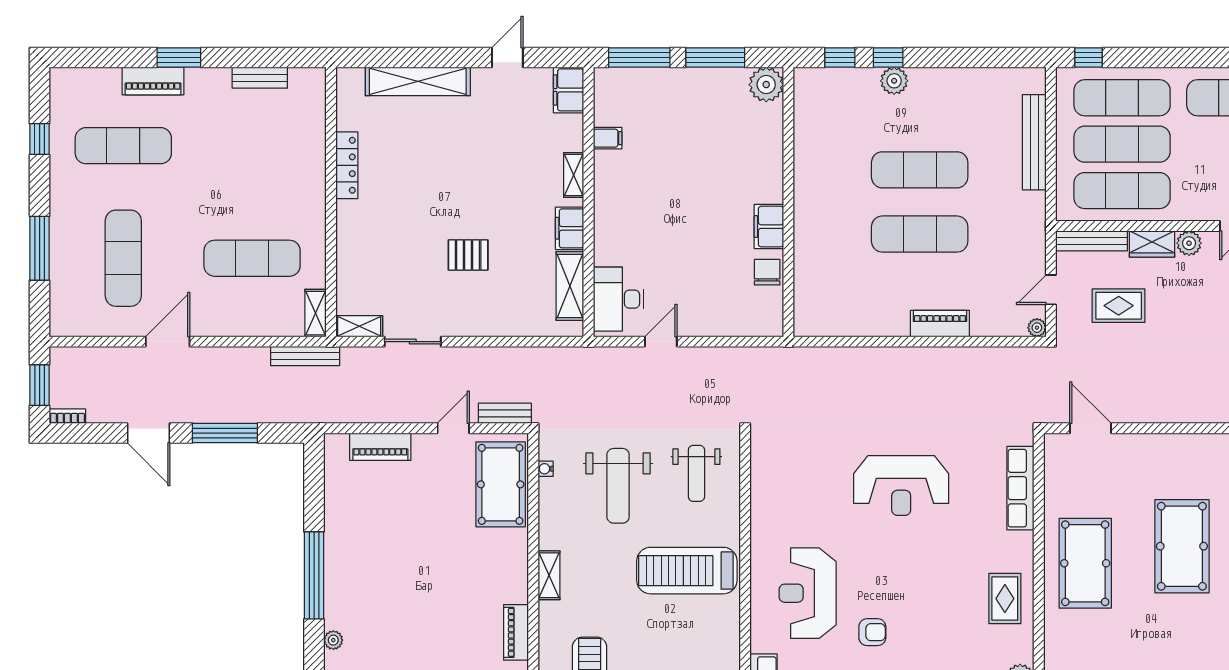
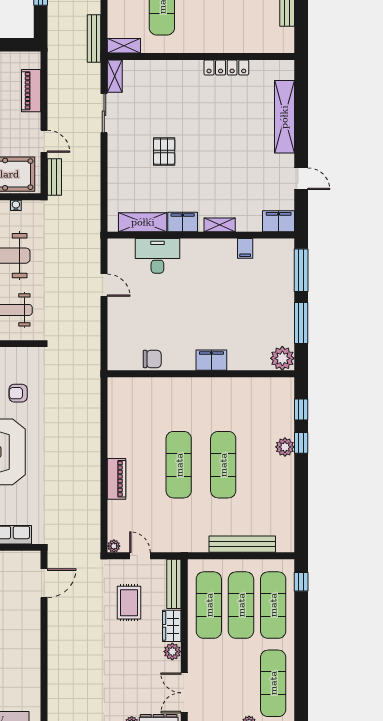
filing cabinet: (769, 227) -> (211, 360), moved
desk: (618, 299) -> (157, 256), moved
armchair: (816, 466) -> (18, 393), added

